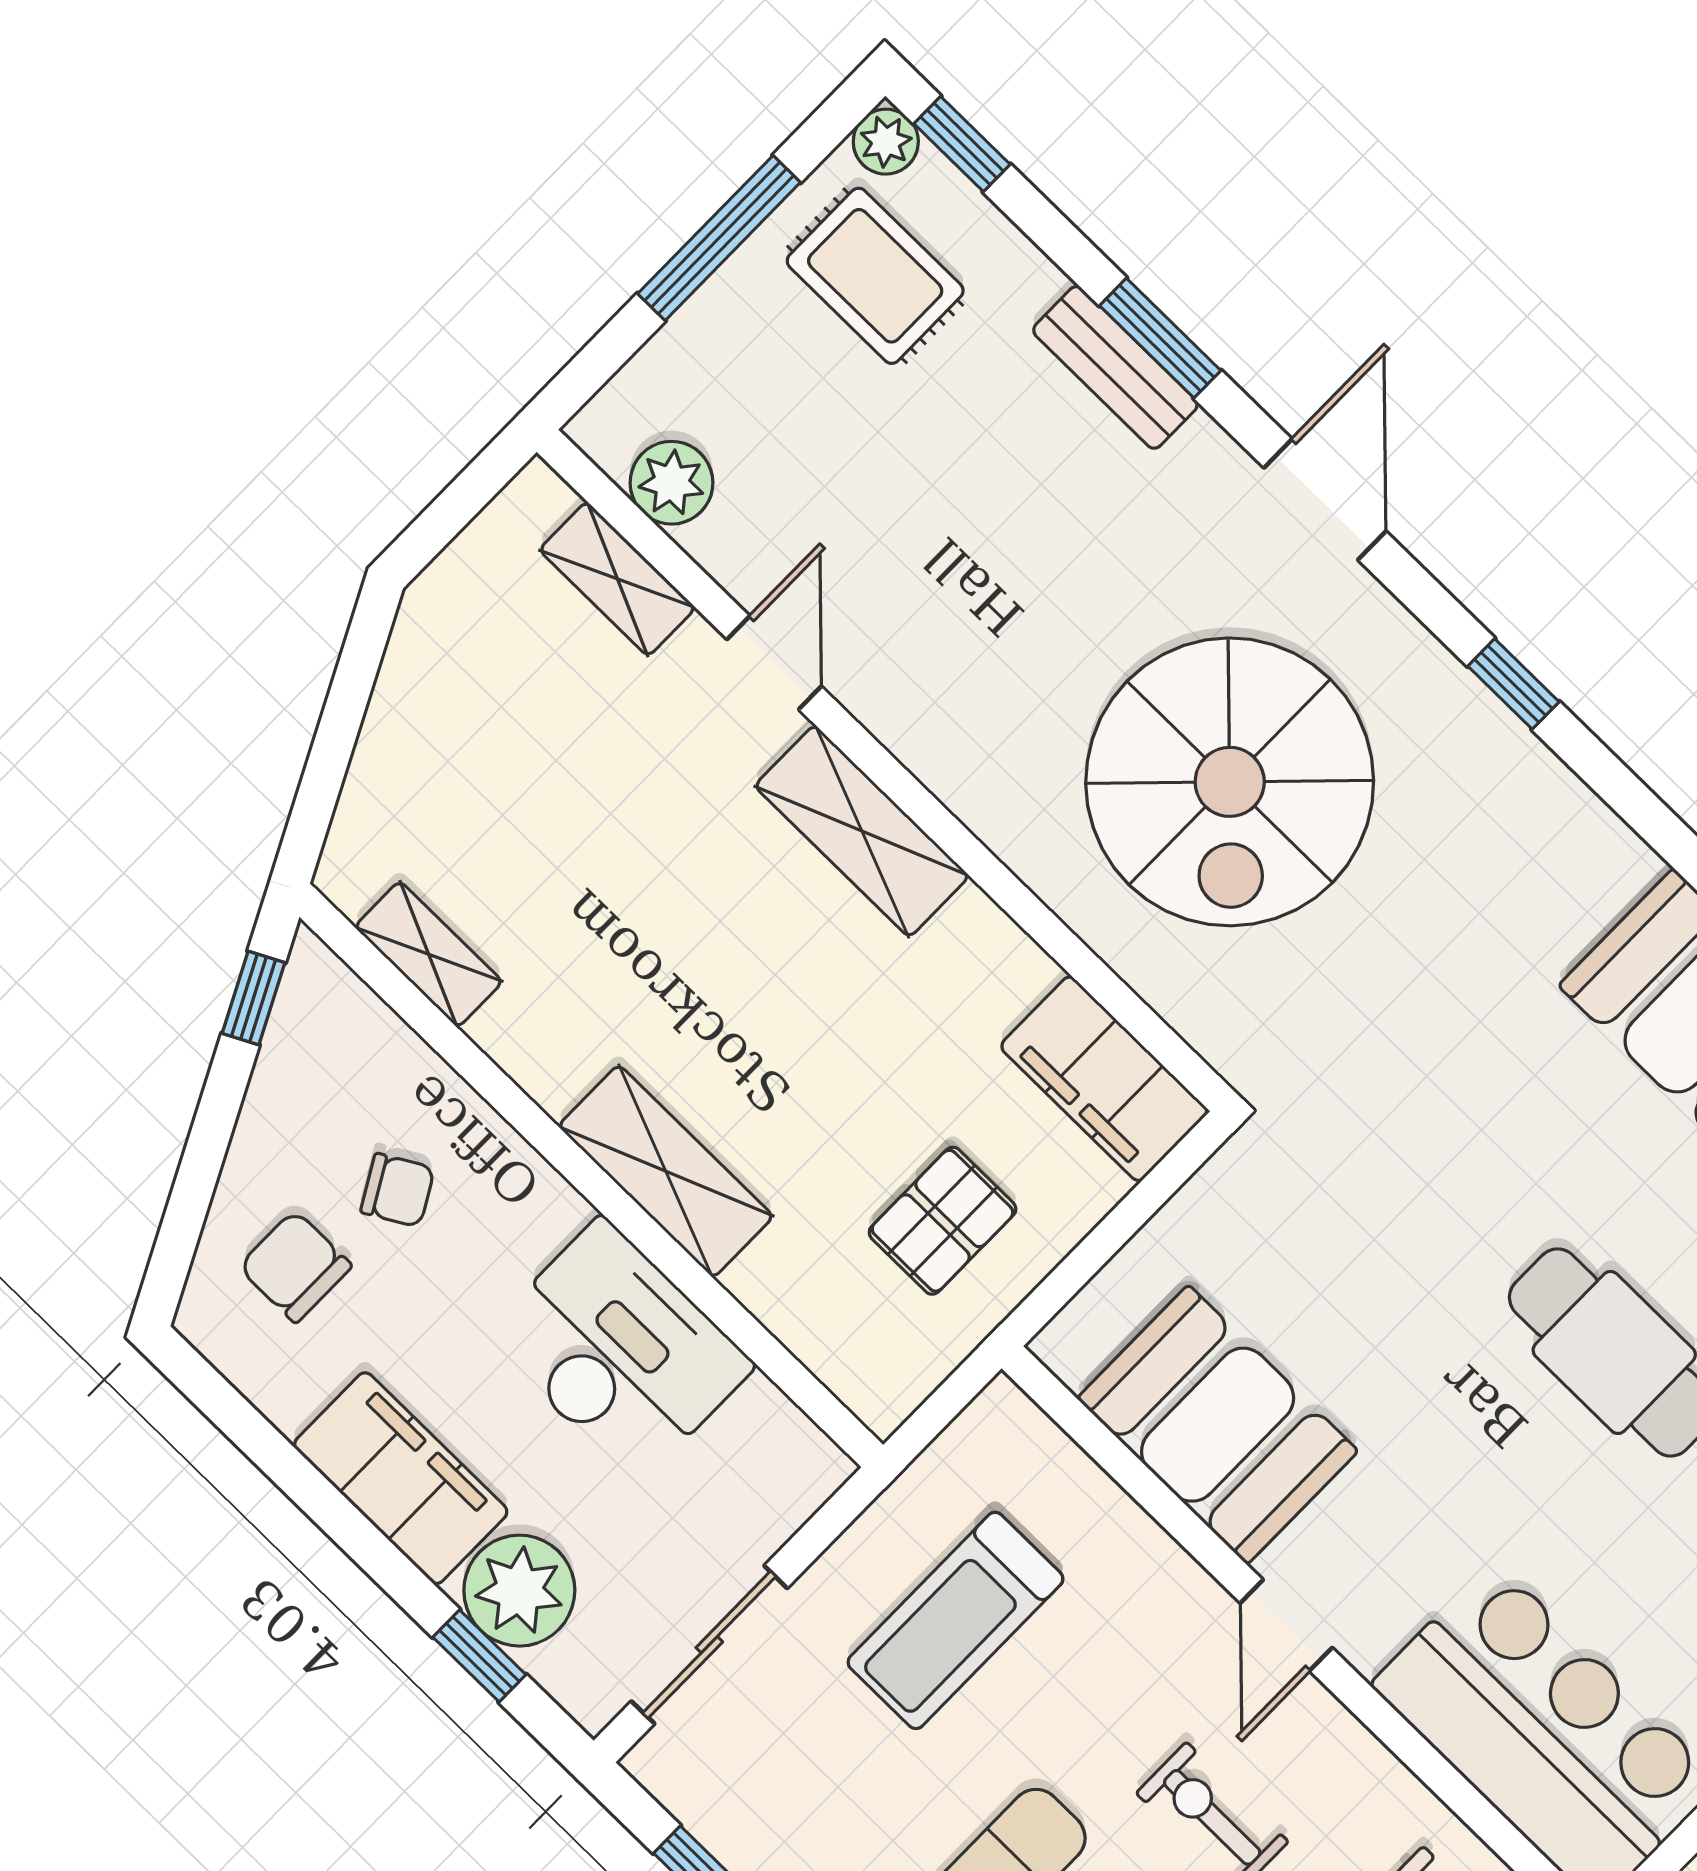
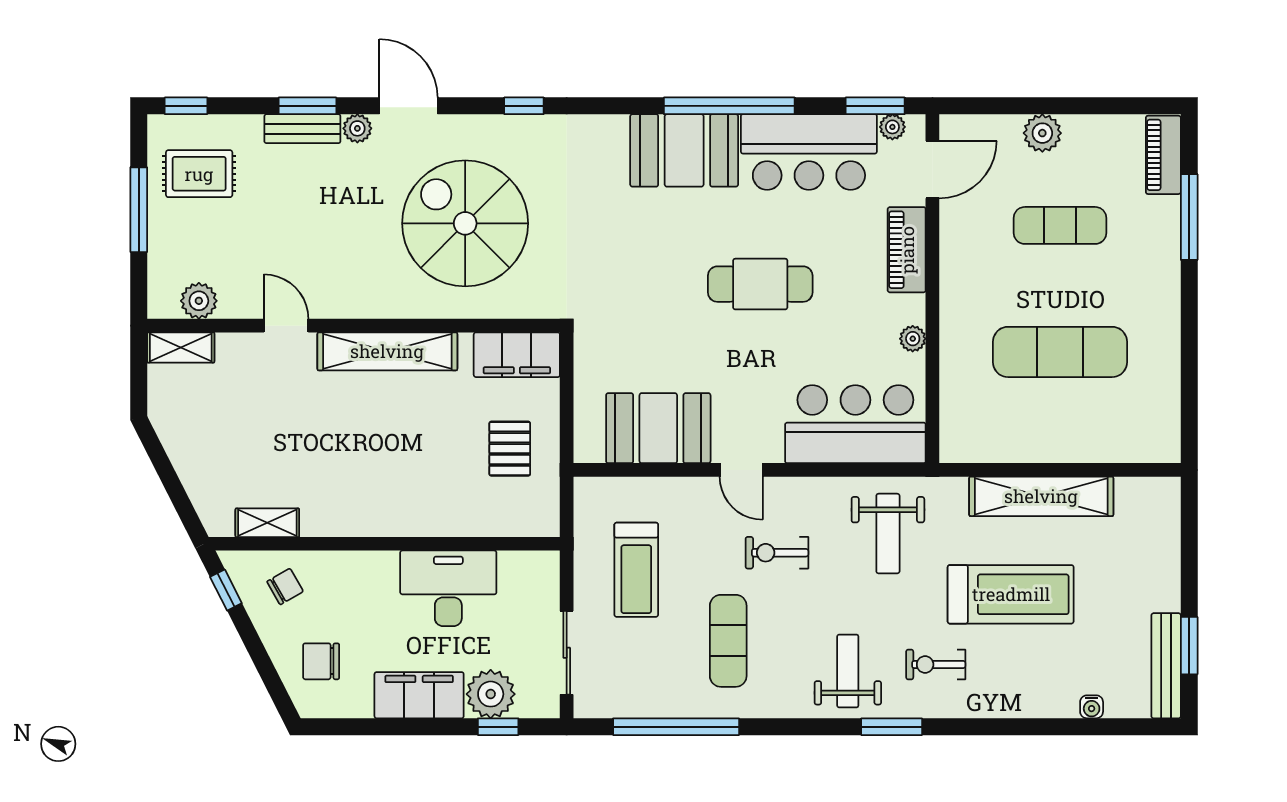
plant: (886, 142) -> (357, 128), moved
shelving: (617, 579) -> (181, 347), moved
spiral stairs: (1230, 782) -> (465, 223), turned 180
shelving: (862, 831) -> (387, 351), width x1.47
shelving: (666, 1171) -> (408, 518), removed
chair: (398, 1190) -> (285, 586), moved

